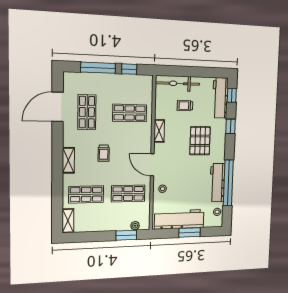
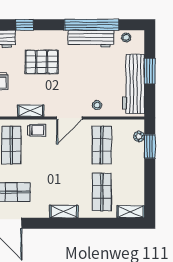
trolley: (104, 153) -> (36, 130), moved

